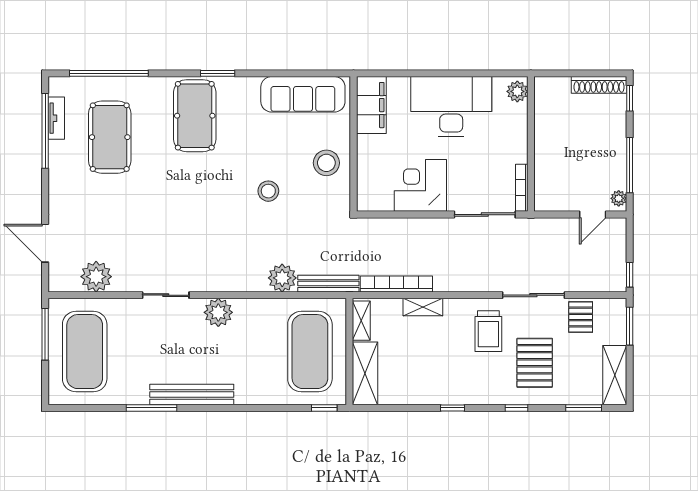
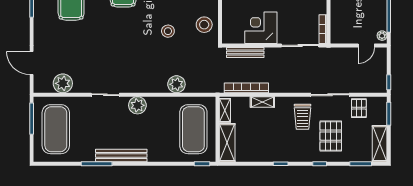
stool: (326, 163) -> (204, 25), moved
bench: (328, 284) -> (245, 53), moved

